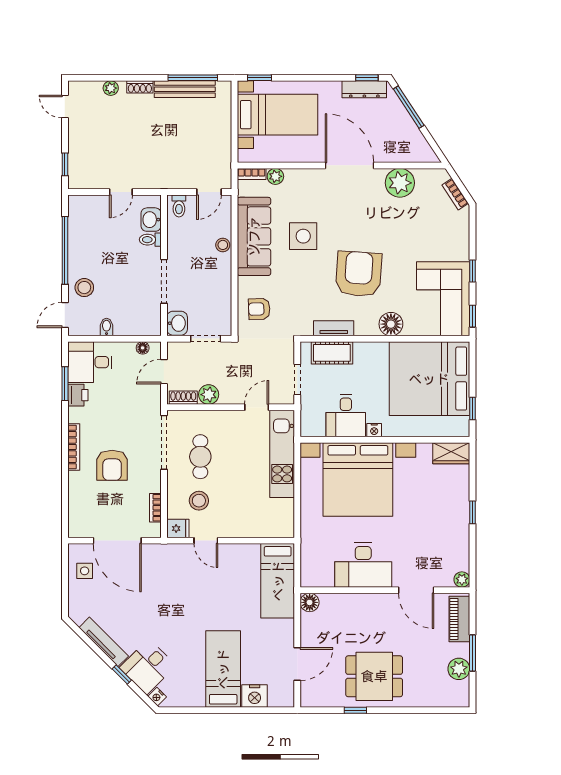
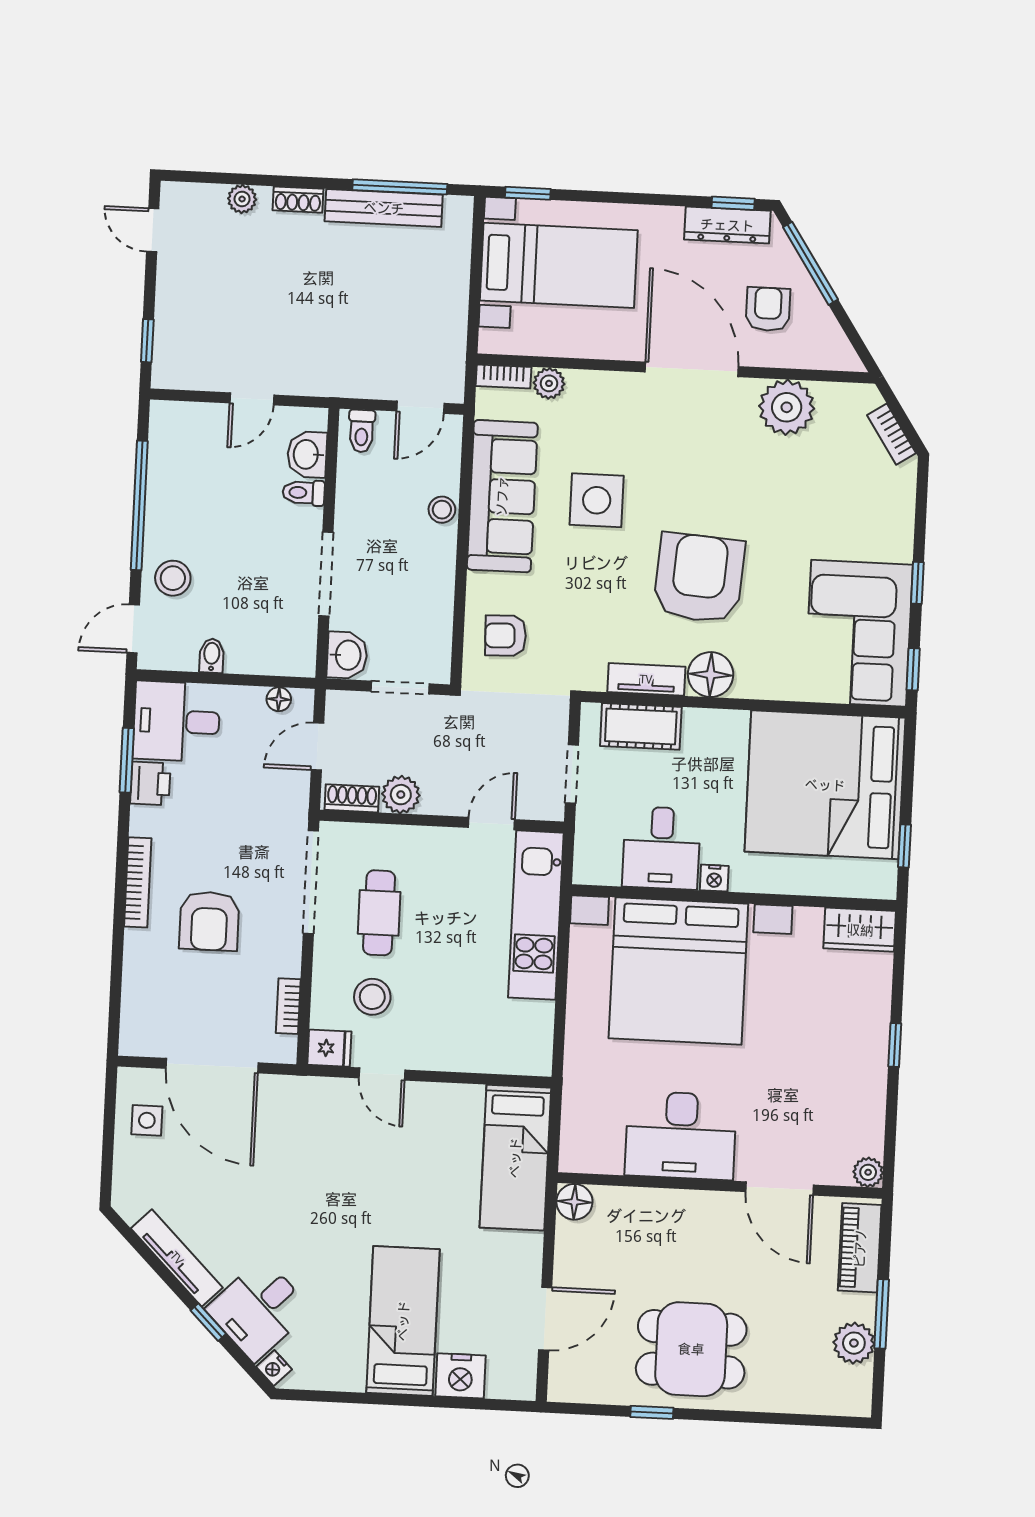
armchair: (388, 132) -> (768, 309), added
floor lamp: (391, 324) -> (711, 675), moved

